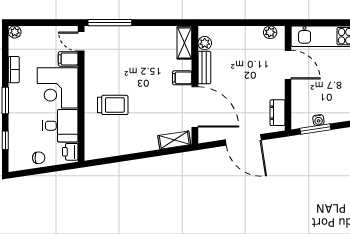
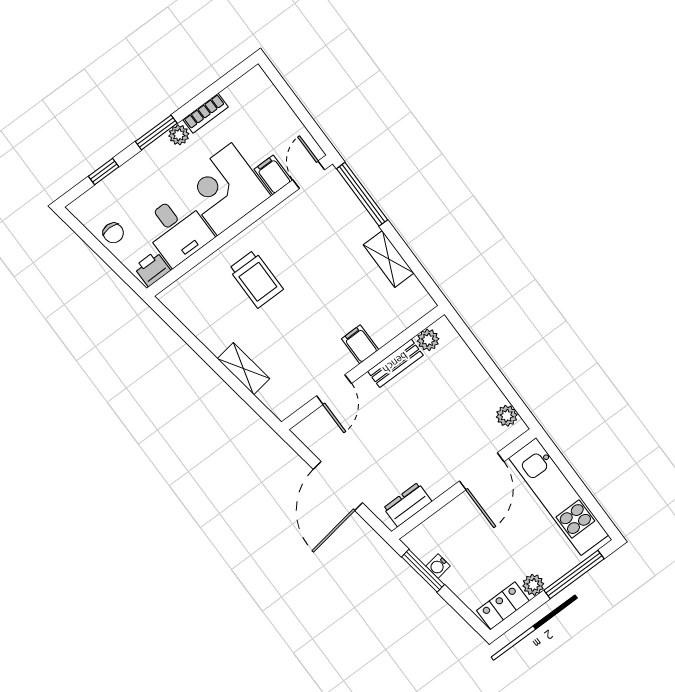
plant: (15, 32) -> (179, 135), moved
shelving: (184, 43) -> (389, 259), moved, turned 90
door: (195, 107) -> (334, 390), width x0.53
shelving: (174, 140) -> (243, 369), moved

